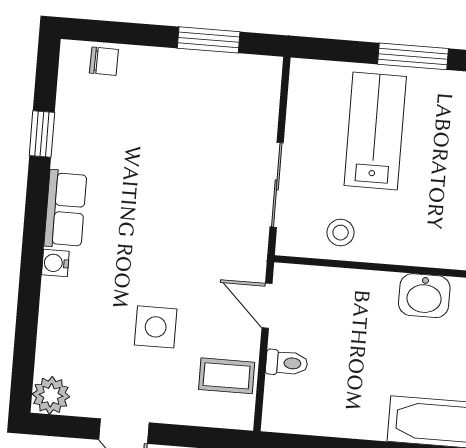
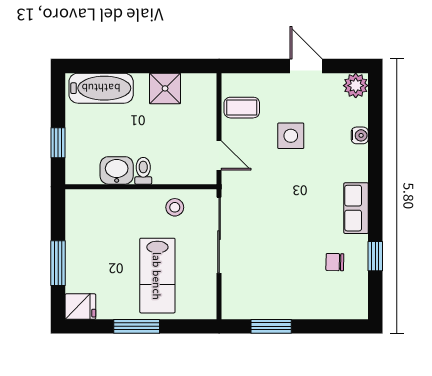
chair: (104, 61) -> (335, 262), moved
sliding door: (277, 185) -> (219, 235), width x1.37
water cooler: (55, 263) -> (360, 135), moved
toilet: (287, 363) -> (143, 171), moved, turned 90
shower: (341, 414) -> (165, 88), added

